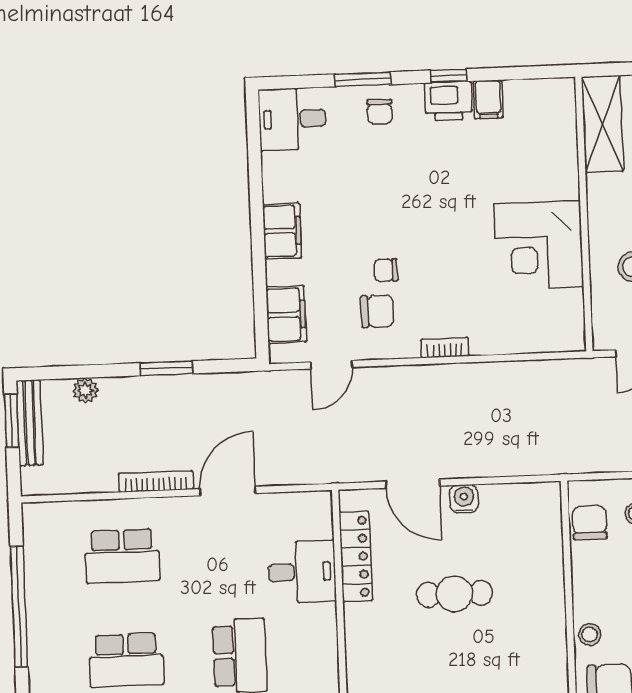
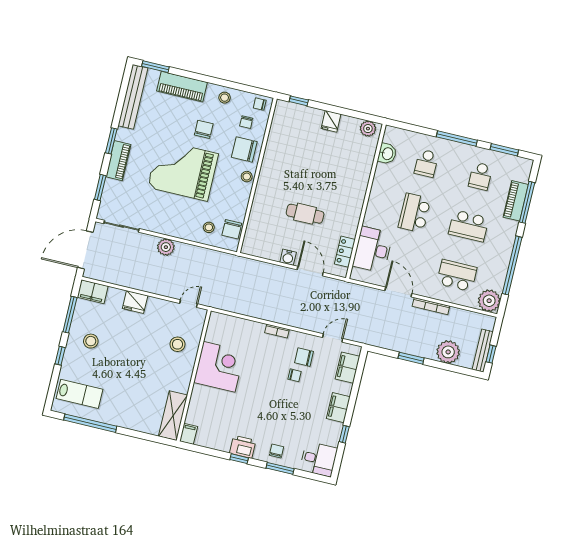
filing cabinet: (488, 99) -> (189, 434), moved
window: (256, 182) -> (344, 434), added
plant: (85, 390) -> (448, 352), width x1.88, depth x1.88
window: (12, 421) -> (491, 354), width x0.67
door: (228, 491) -> (398, 292), swing flipped
plant: (45, 524) -> (489, 301), added
locker: (356, 556) -> (345, 252), width x0.66
desk: (302, 572) -> (373, 250), width x1.37
school desk: (126, 660) -> (469, 226), turned 180

